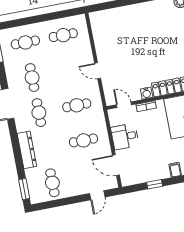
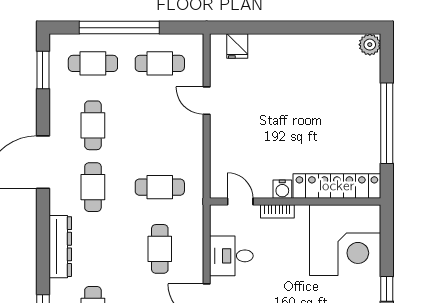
fridge: (105, 17) -> (237, 46), added
window: (36, 19) -> (119, 28), added
door: (98, 71) -> (207, 101), moved
cafe table: (84, 140) -> (160, 249), turned 90

